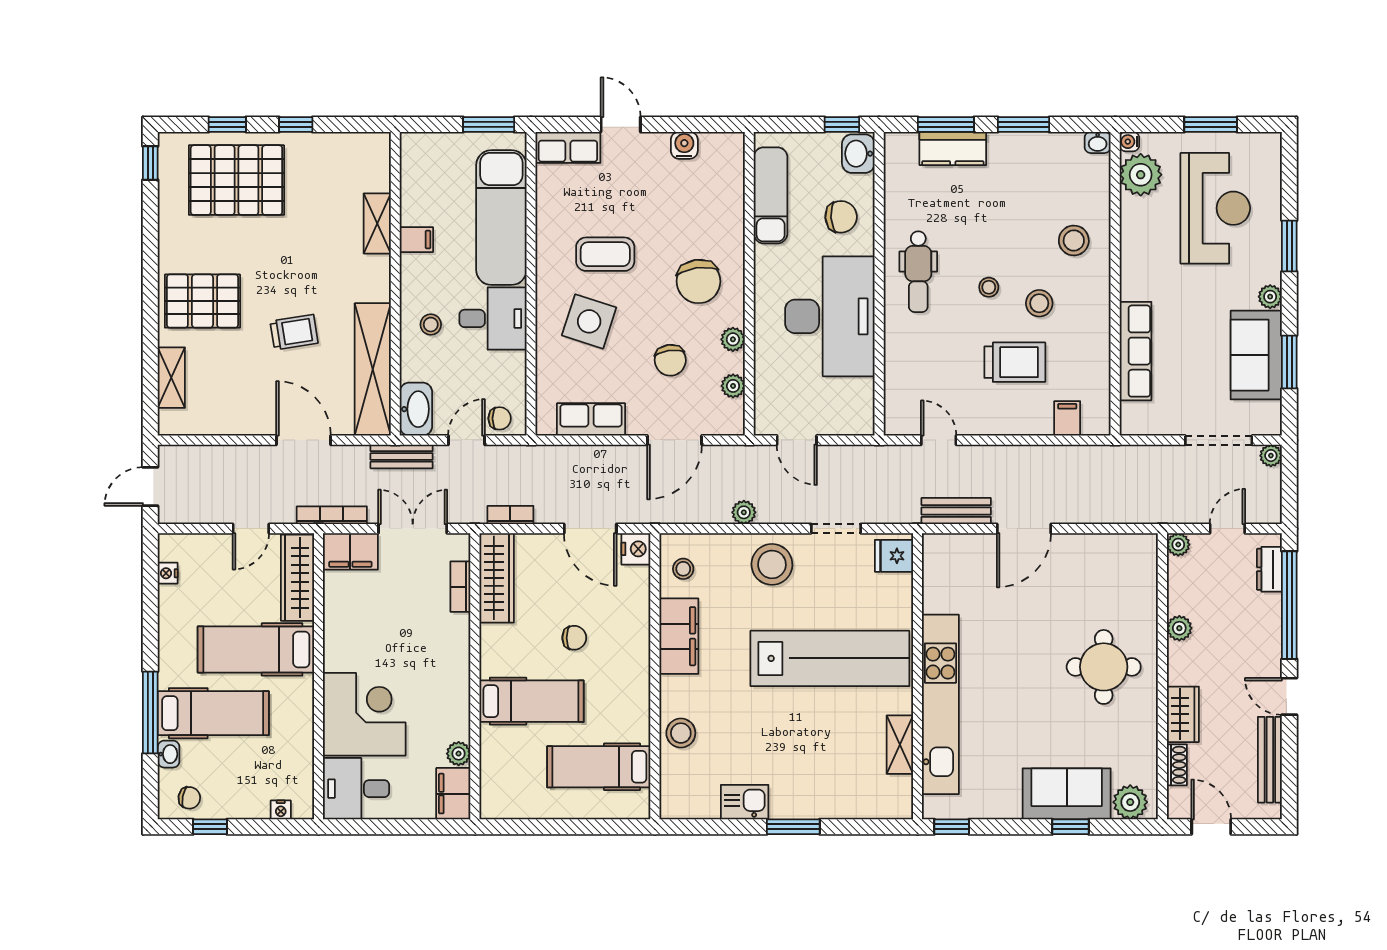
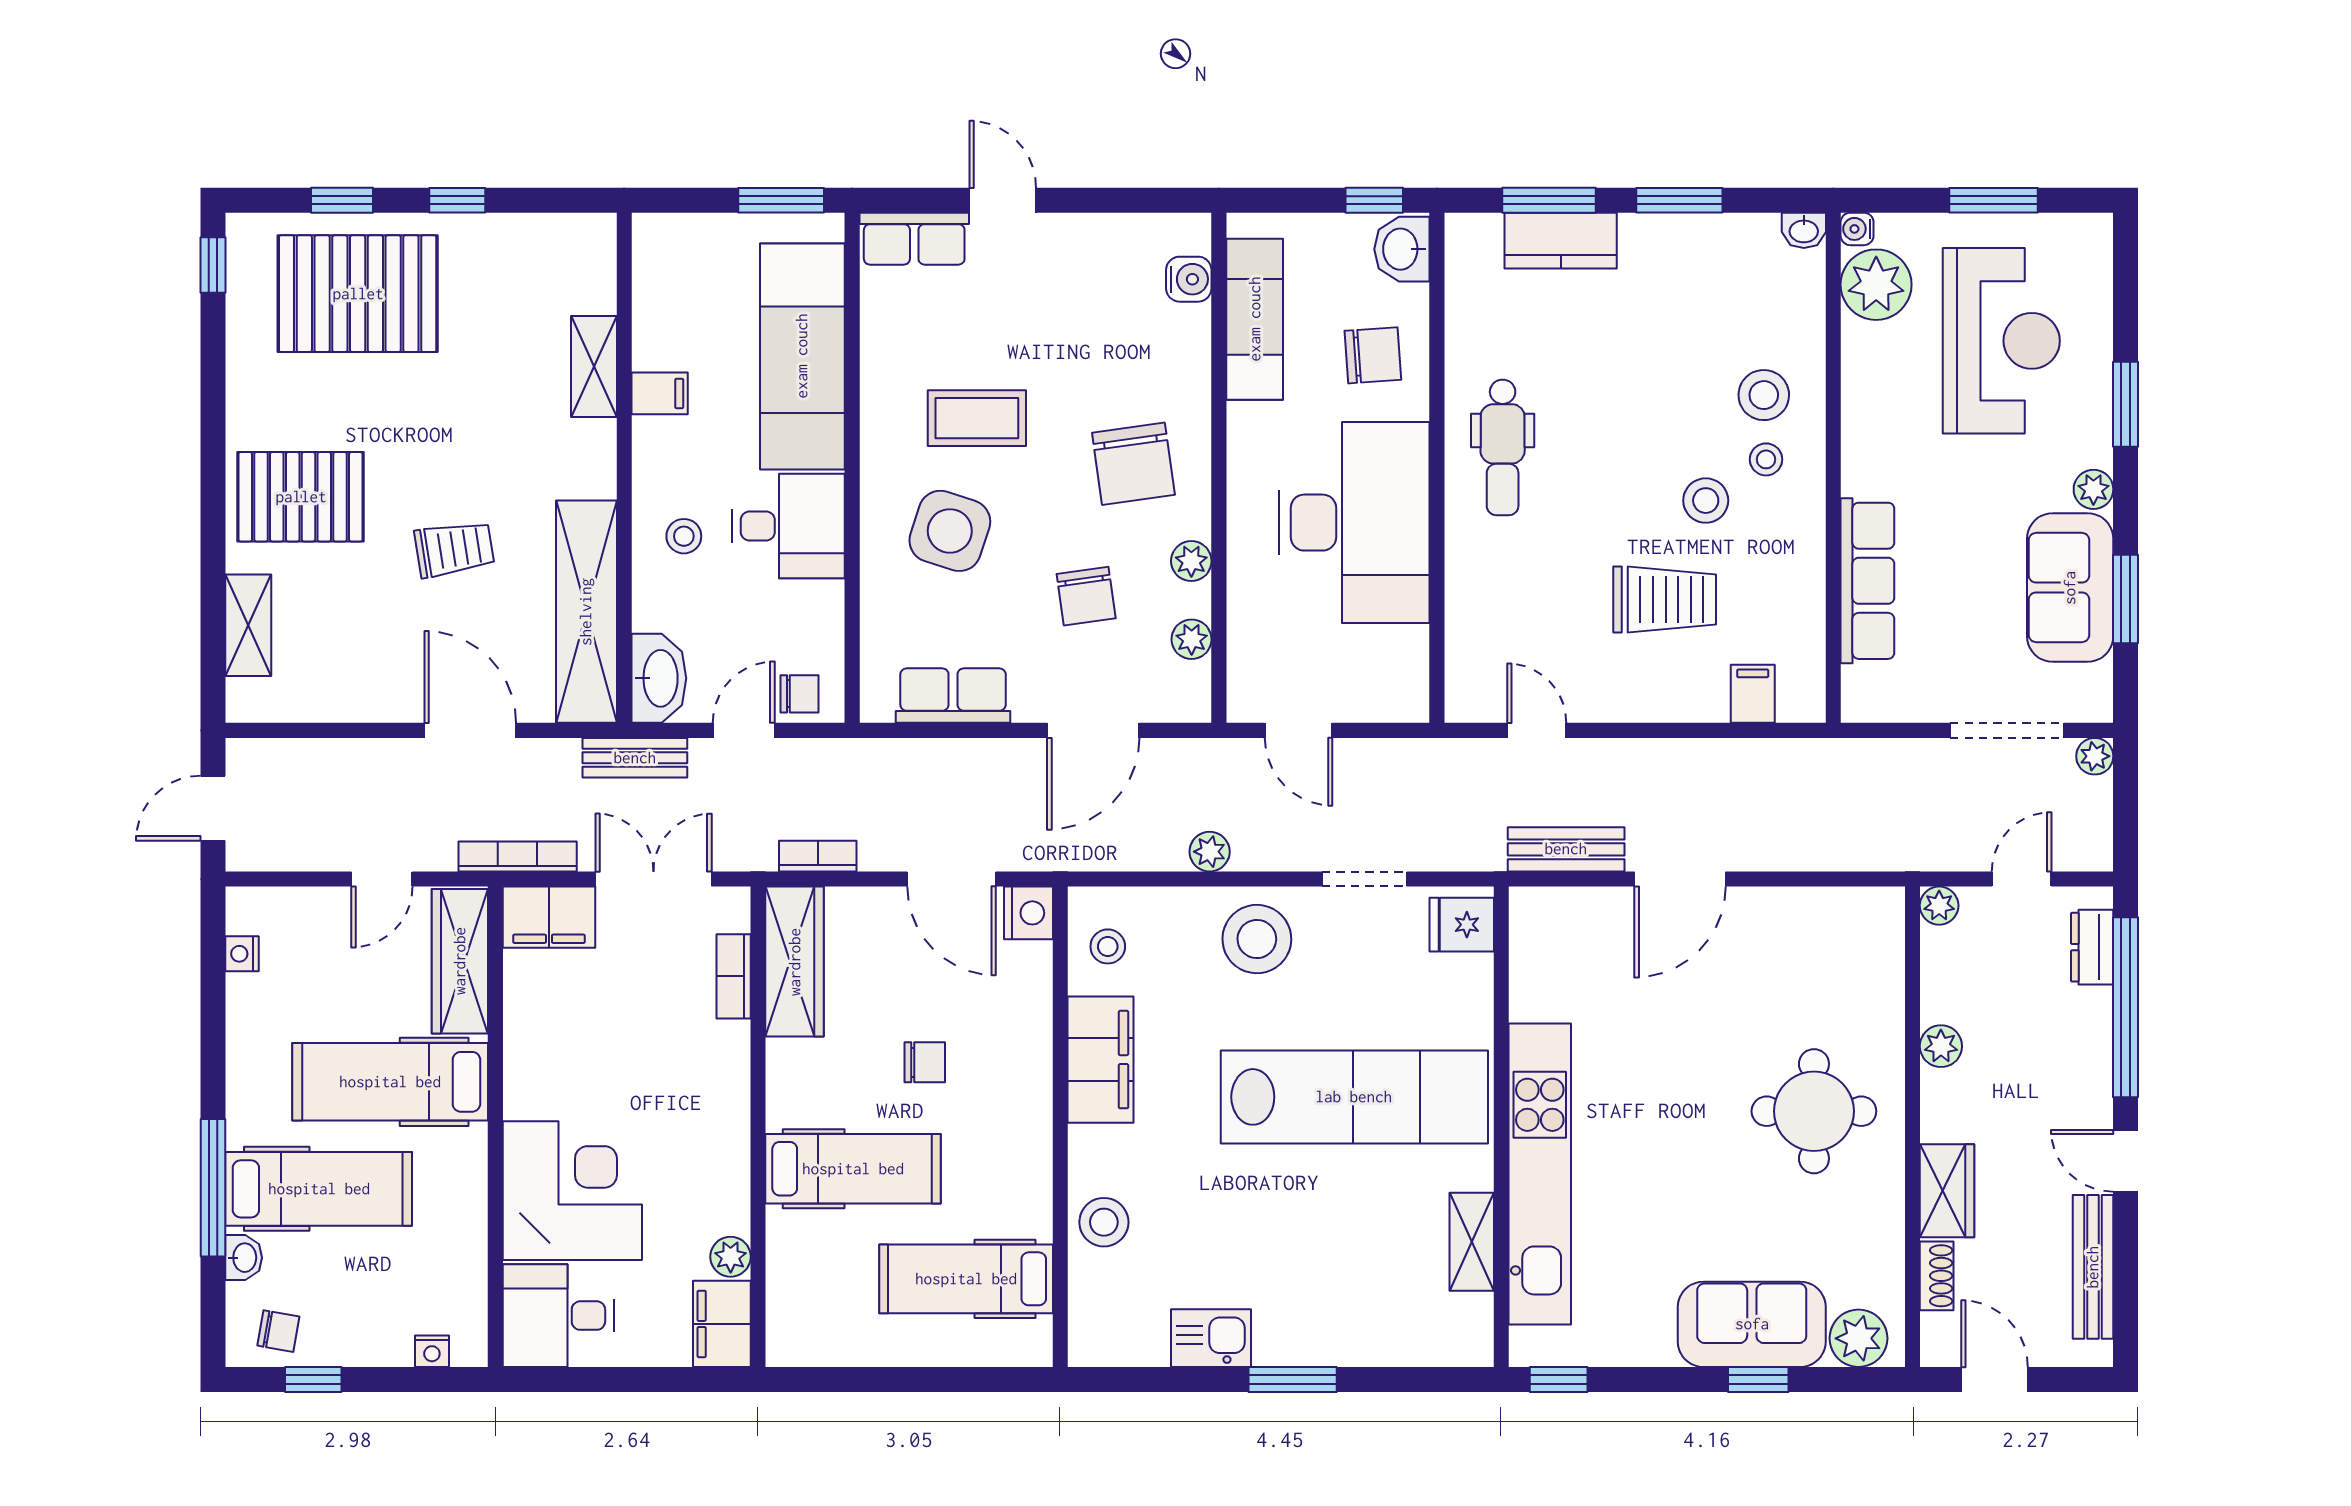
water cooler: (684, 145) -> (1189, 279), moved, turned 90
stool: (989, 287) -> (1766, 459), moved

